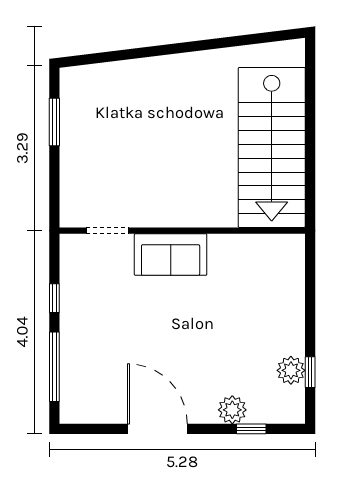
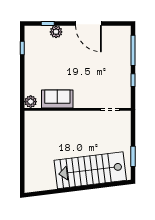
stairs: (272, 147) -> (90, 170), moved, turned -97
sofa: (171, 255) -> (57, 99), moved
plant: (291, 370) -> (31, 102), moved

